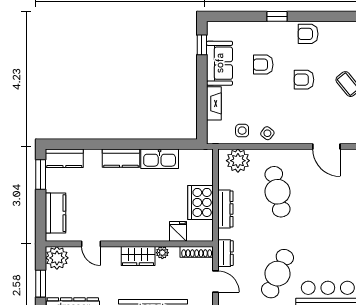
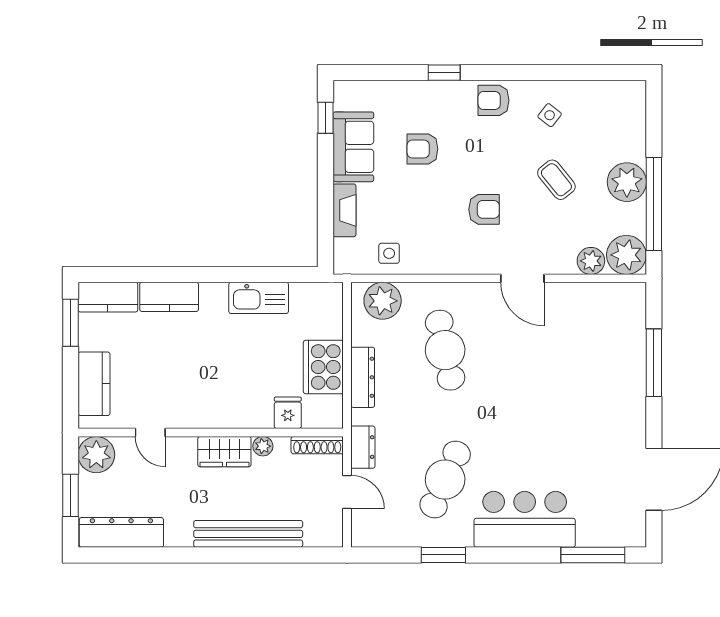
armchair: (304, 80) -> (484, 209), moved, turned 180
side table: (267, 133) -> (550, 115), moved
kitchen counter: (121, 158) -> (169, 297), moved

